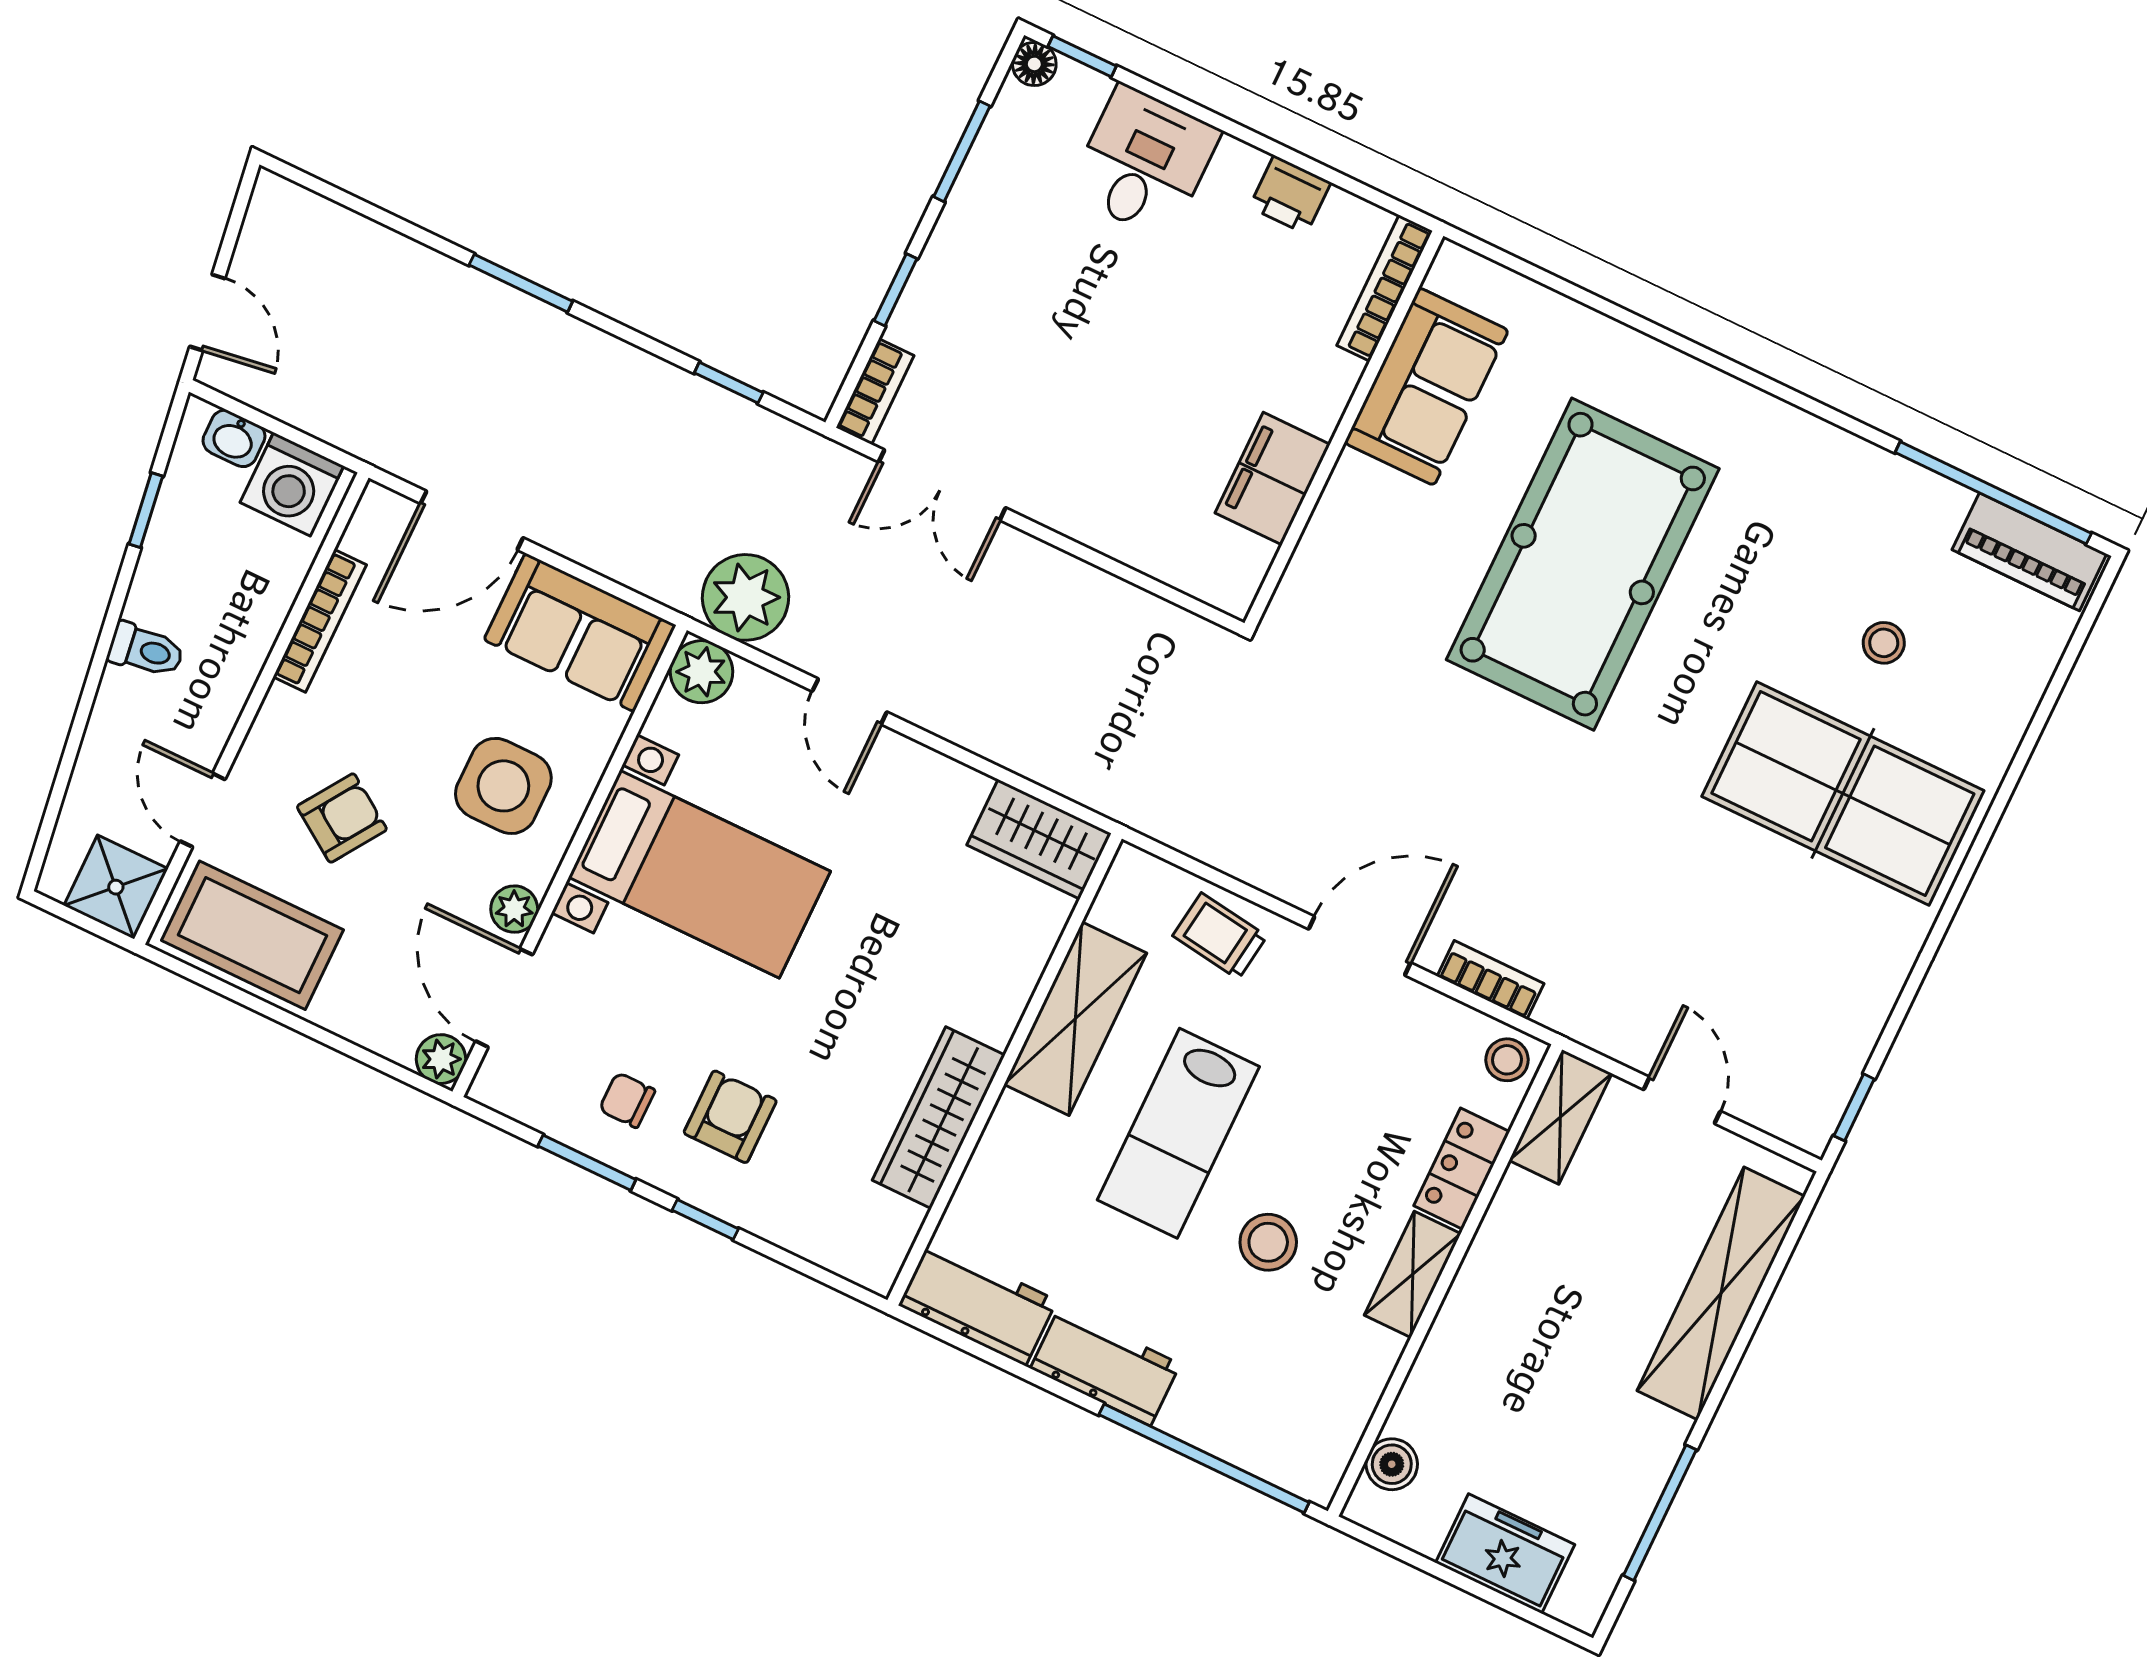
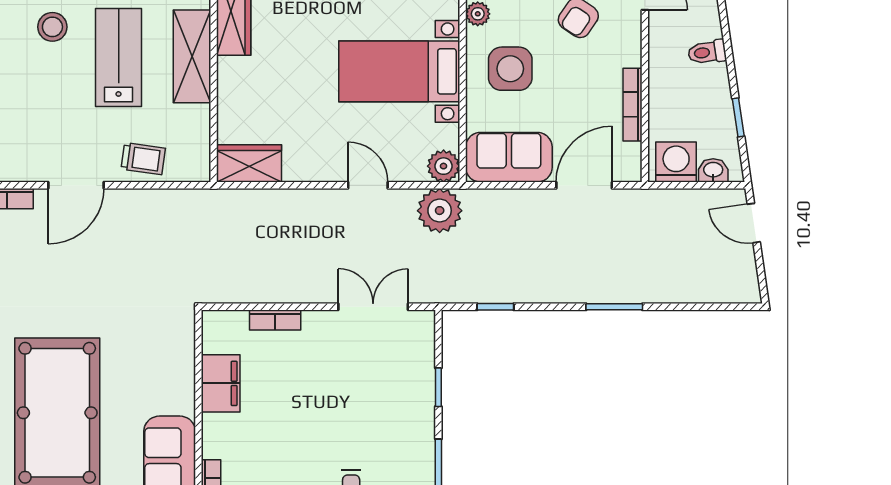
bookcase: (875, 392) -> (275, 320), moved, turned -90
shelving: (1075, 1019) -> (192, 56), moved

